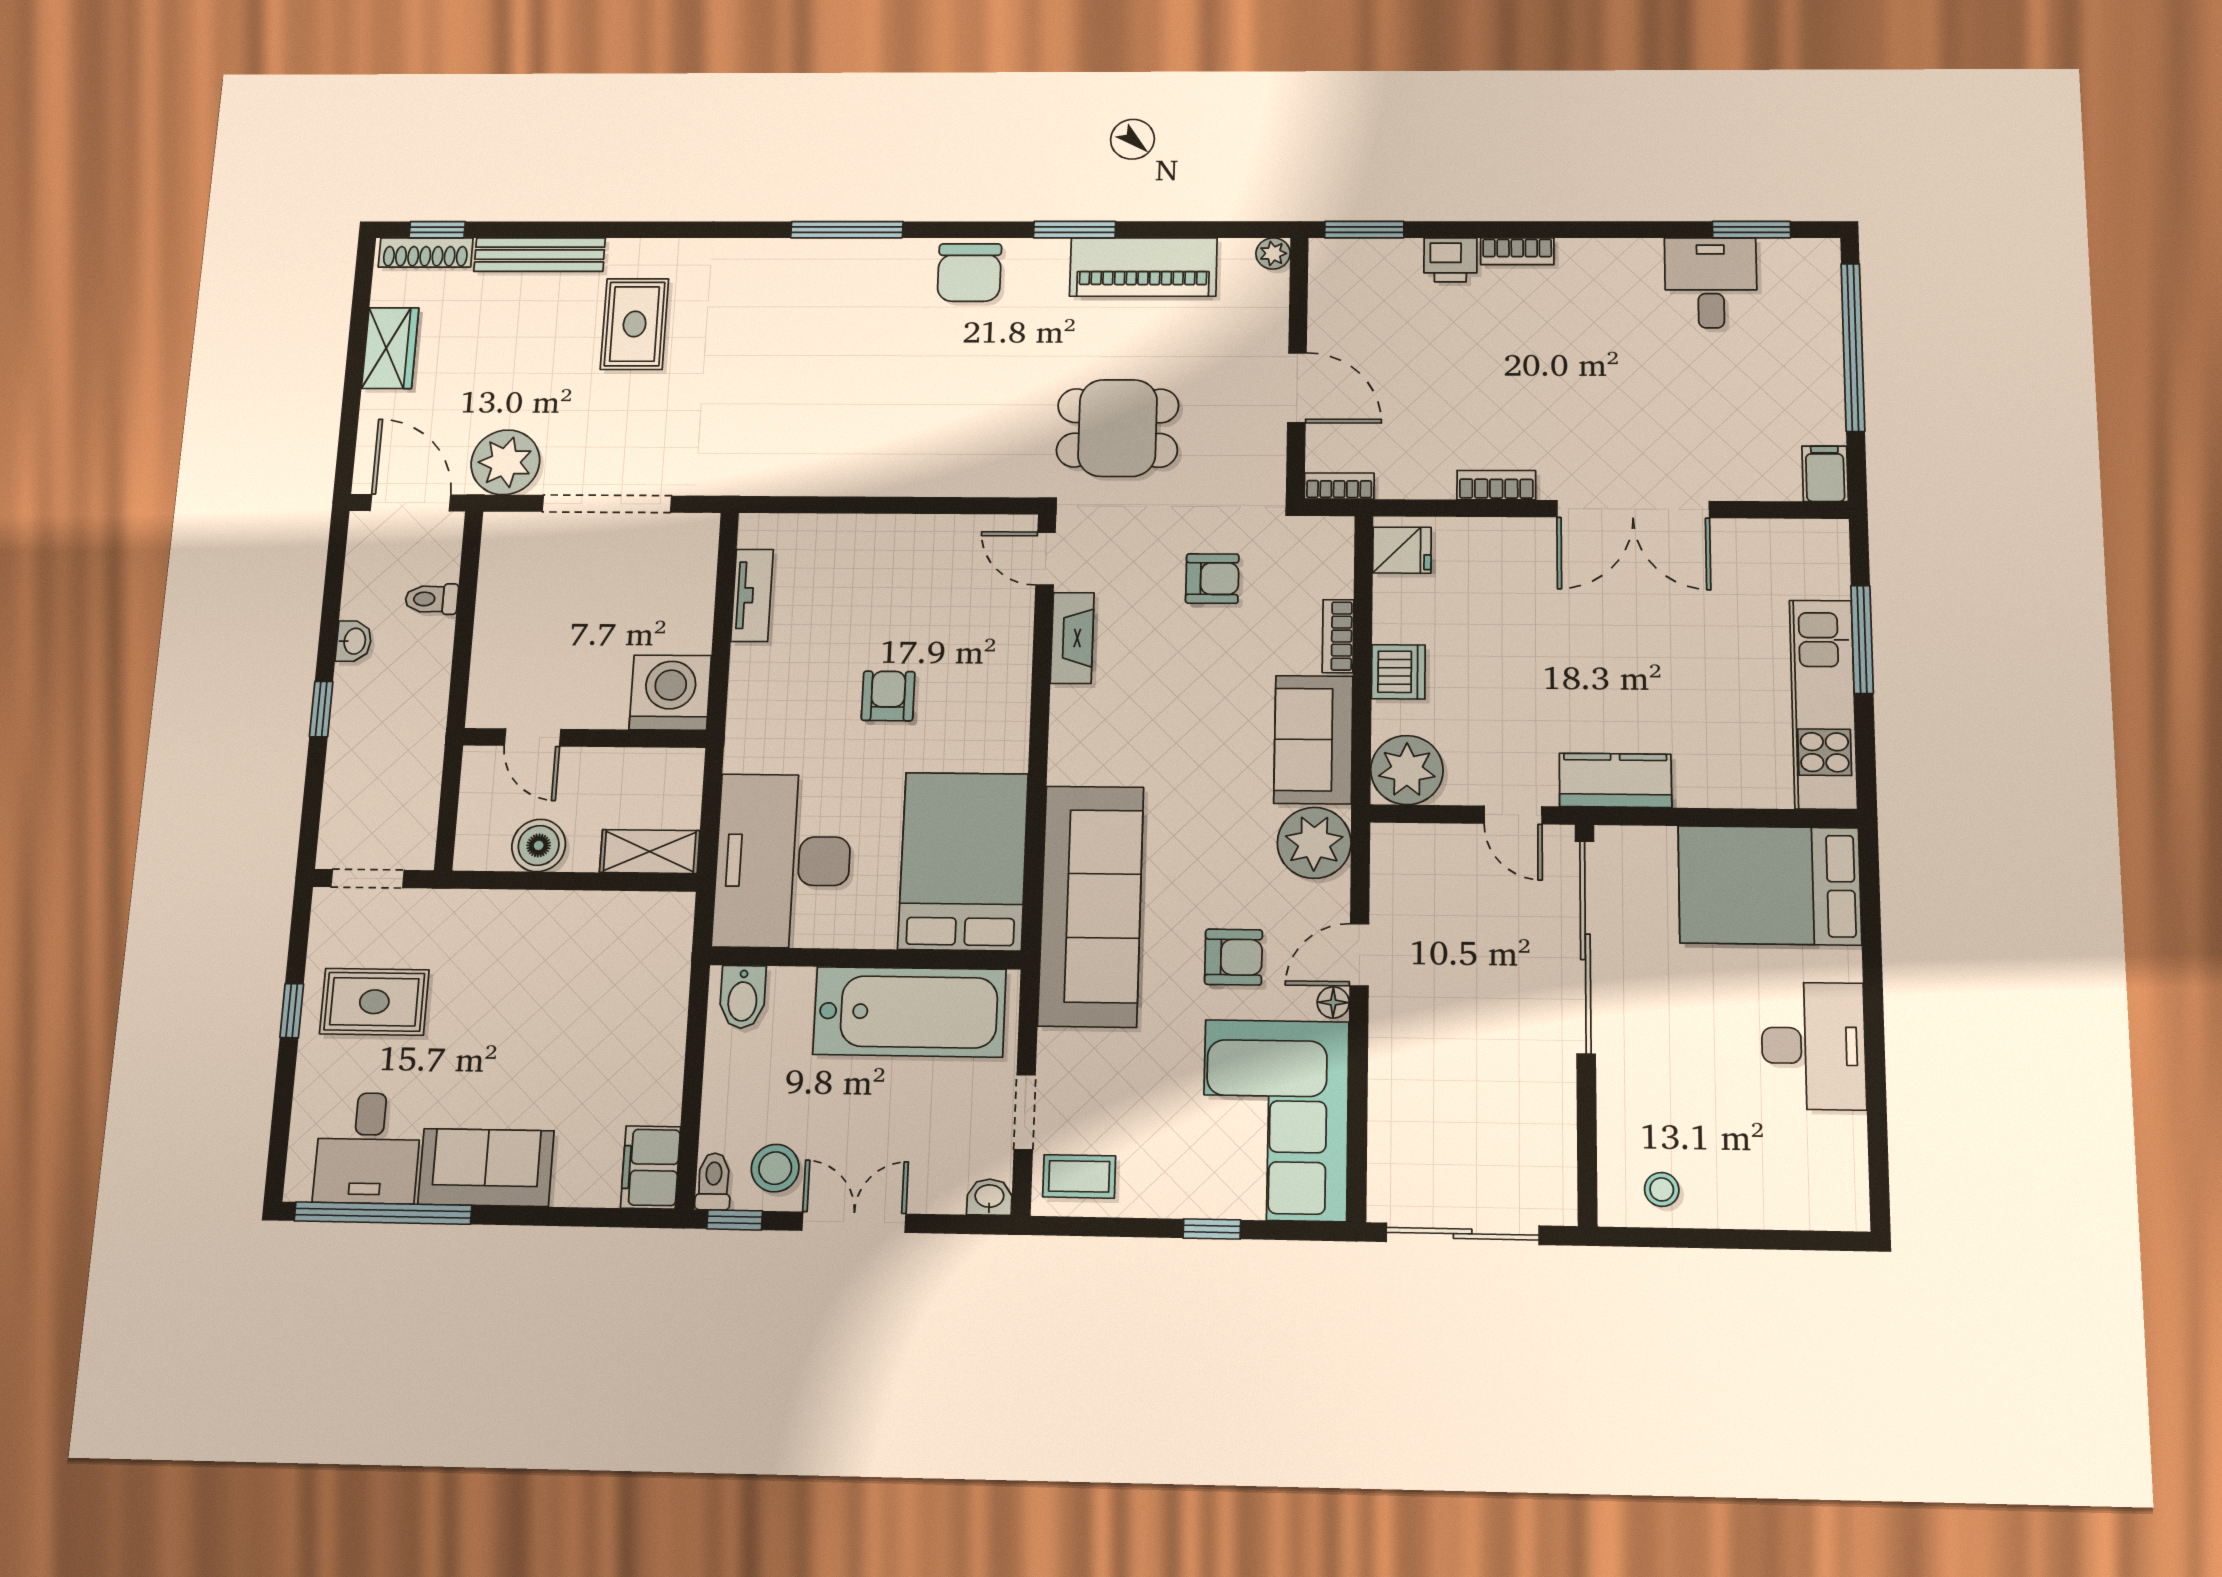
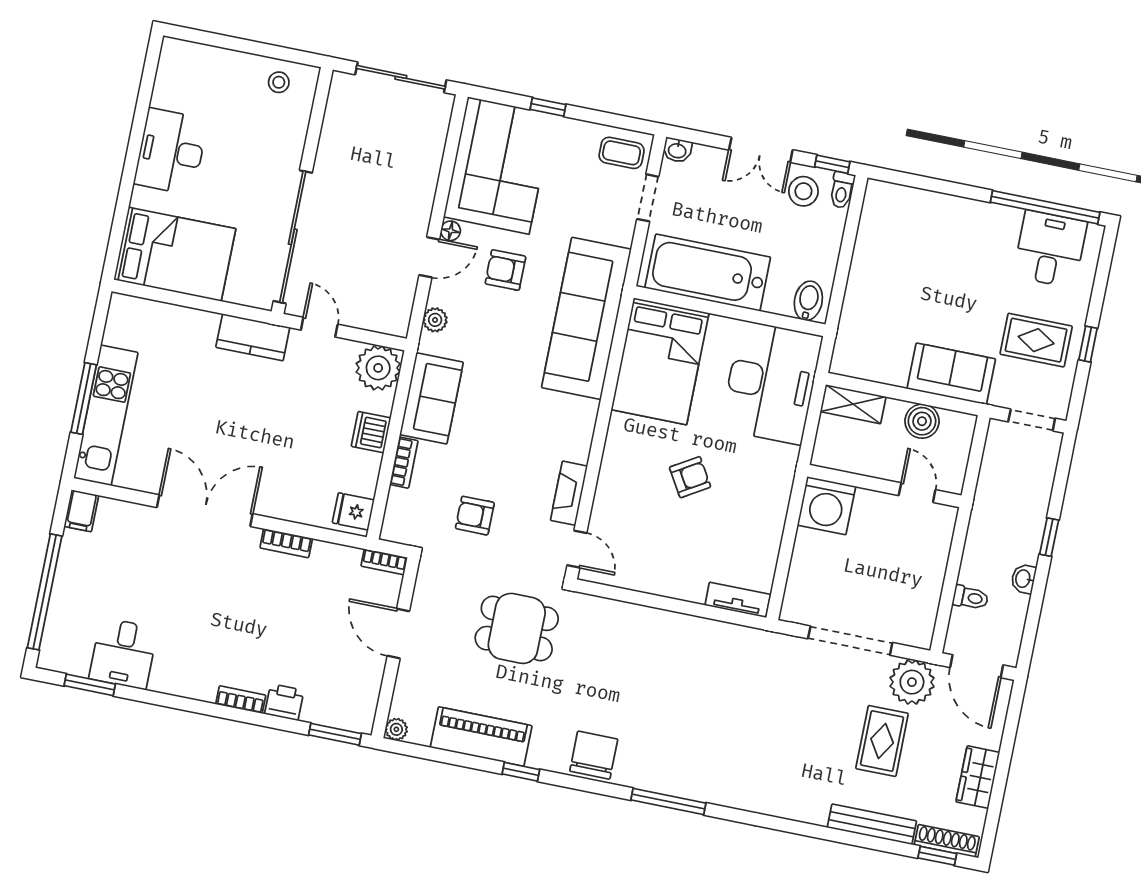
window: (1075, 230) -> (521, 772), width x0.67
rug: (635, 324) -> (882, 741), moved
tv unit: (752, 595) -> (738, 600), moved, turned 90
armchair: (888, 696) -> (690, 477), turned -121
kitchen unit: (1823, 704) -> (106, 415), moved
plant: (1314, 843) -> (435, 320), width x0.53, depth x0.53
sofa: (486, 1167) -> (951, 374), moved, turned 180
filing cabinet: (651, 1167) -> (879, 206), removed

